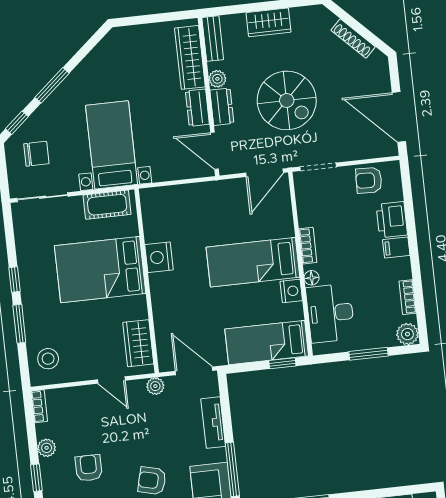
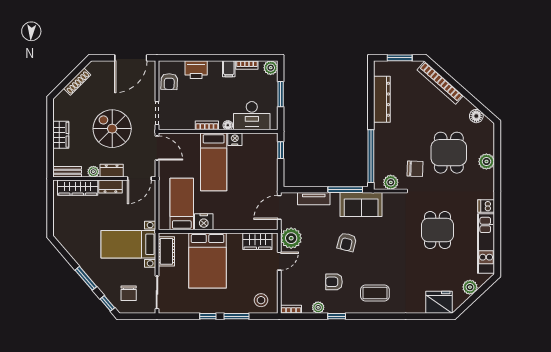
spiral stairs: (287, 100) -> (112, 129), turned -90
chair: (36, 154) -> (129, 293), turned 180
filing cabinet: (396, 248) -> (229, 69), moved
bed: (267, 343) -> (182, 204), moved, turned 180
plant: (155, 386) -> (291, 238), width x1.87, depth x1.87

